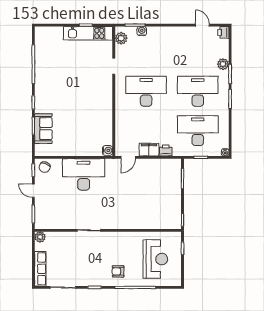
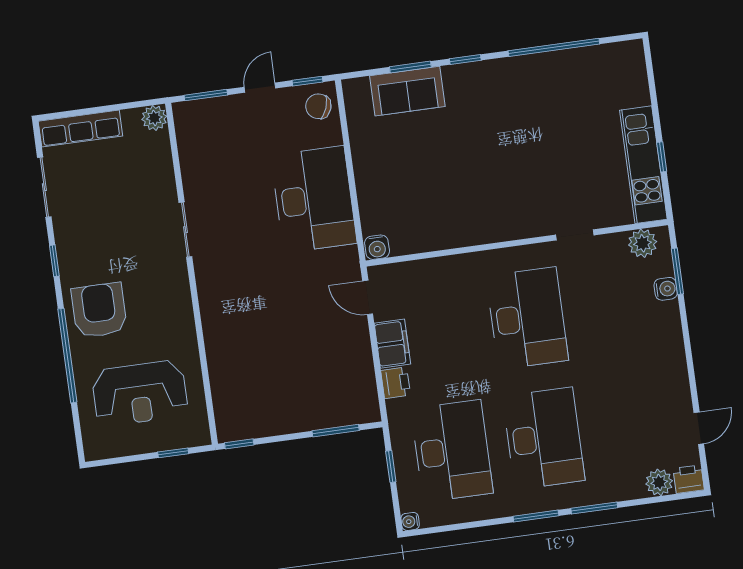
plant: (223, 64) -> (659, 482), moved
armchair: (118, 271) -> (99, 310), width x1.88, depth x1.88

